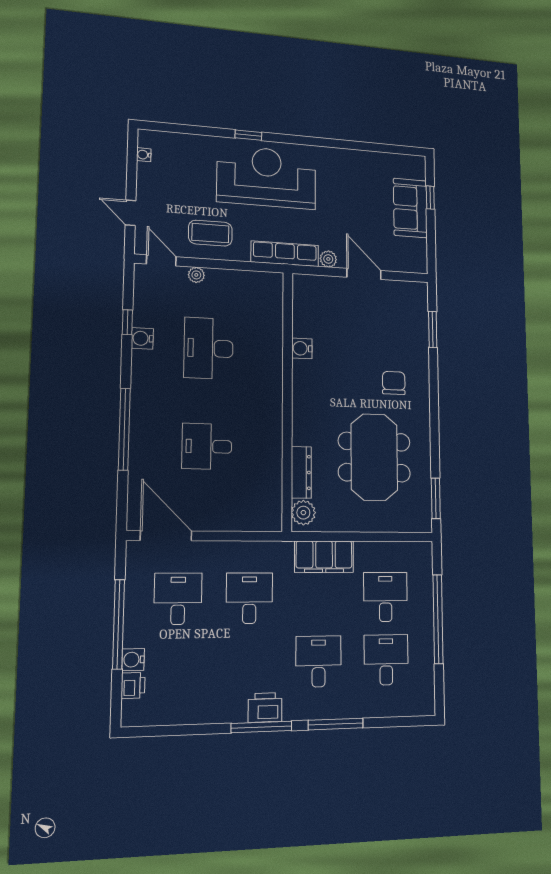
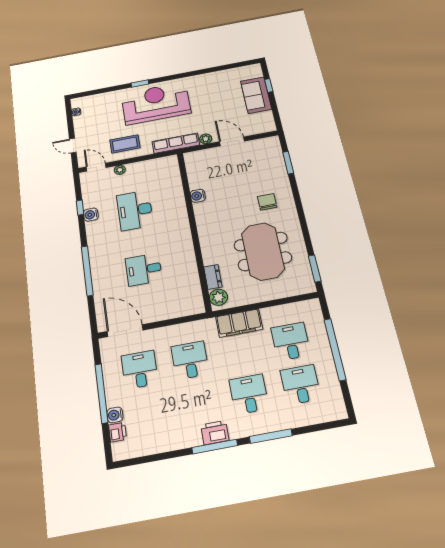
dresser: (301, 472) -> (213, 277), width x0.70

